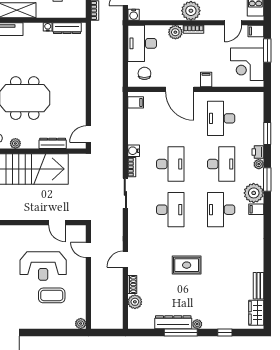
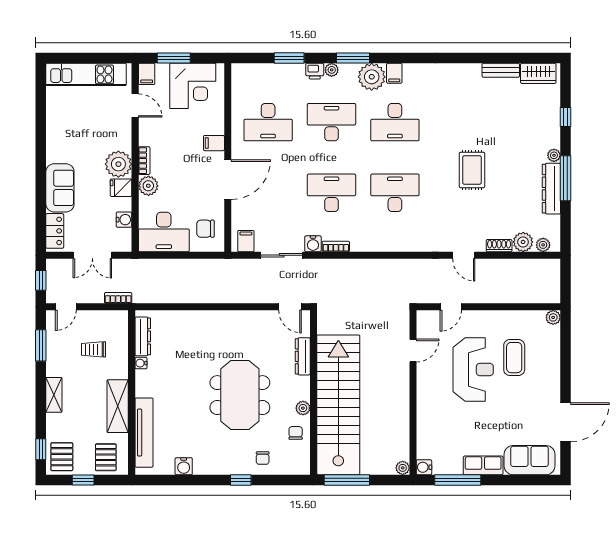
fridge: (174, 13) -> (121, 188), added
water cooler: (134, 15) -> (124, 220), moved
sliding door: (125, 193) -> (282, 255), moved
plant: (133, 316) -> (543, 245), added

